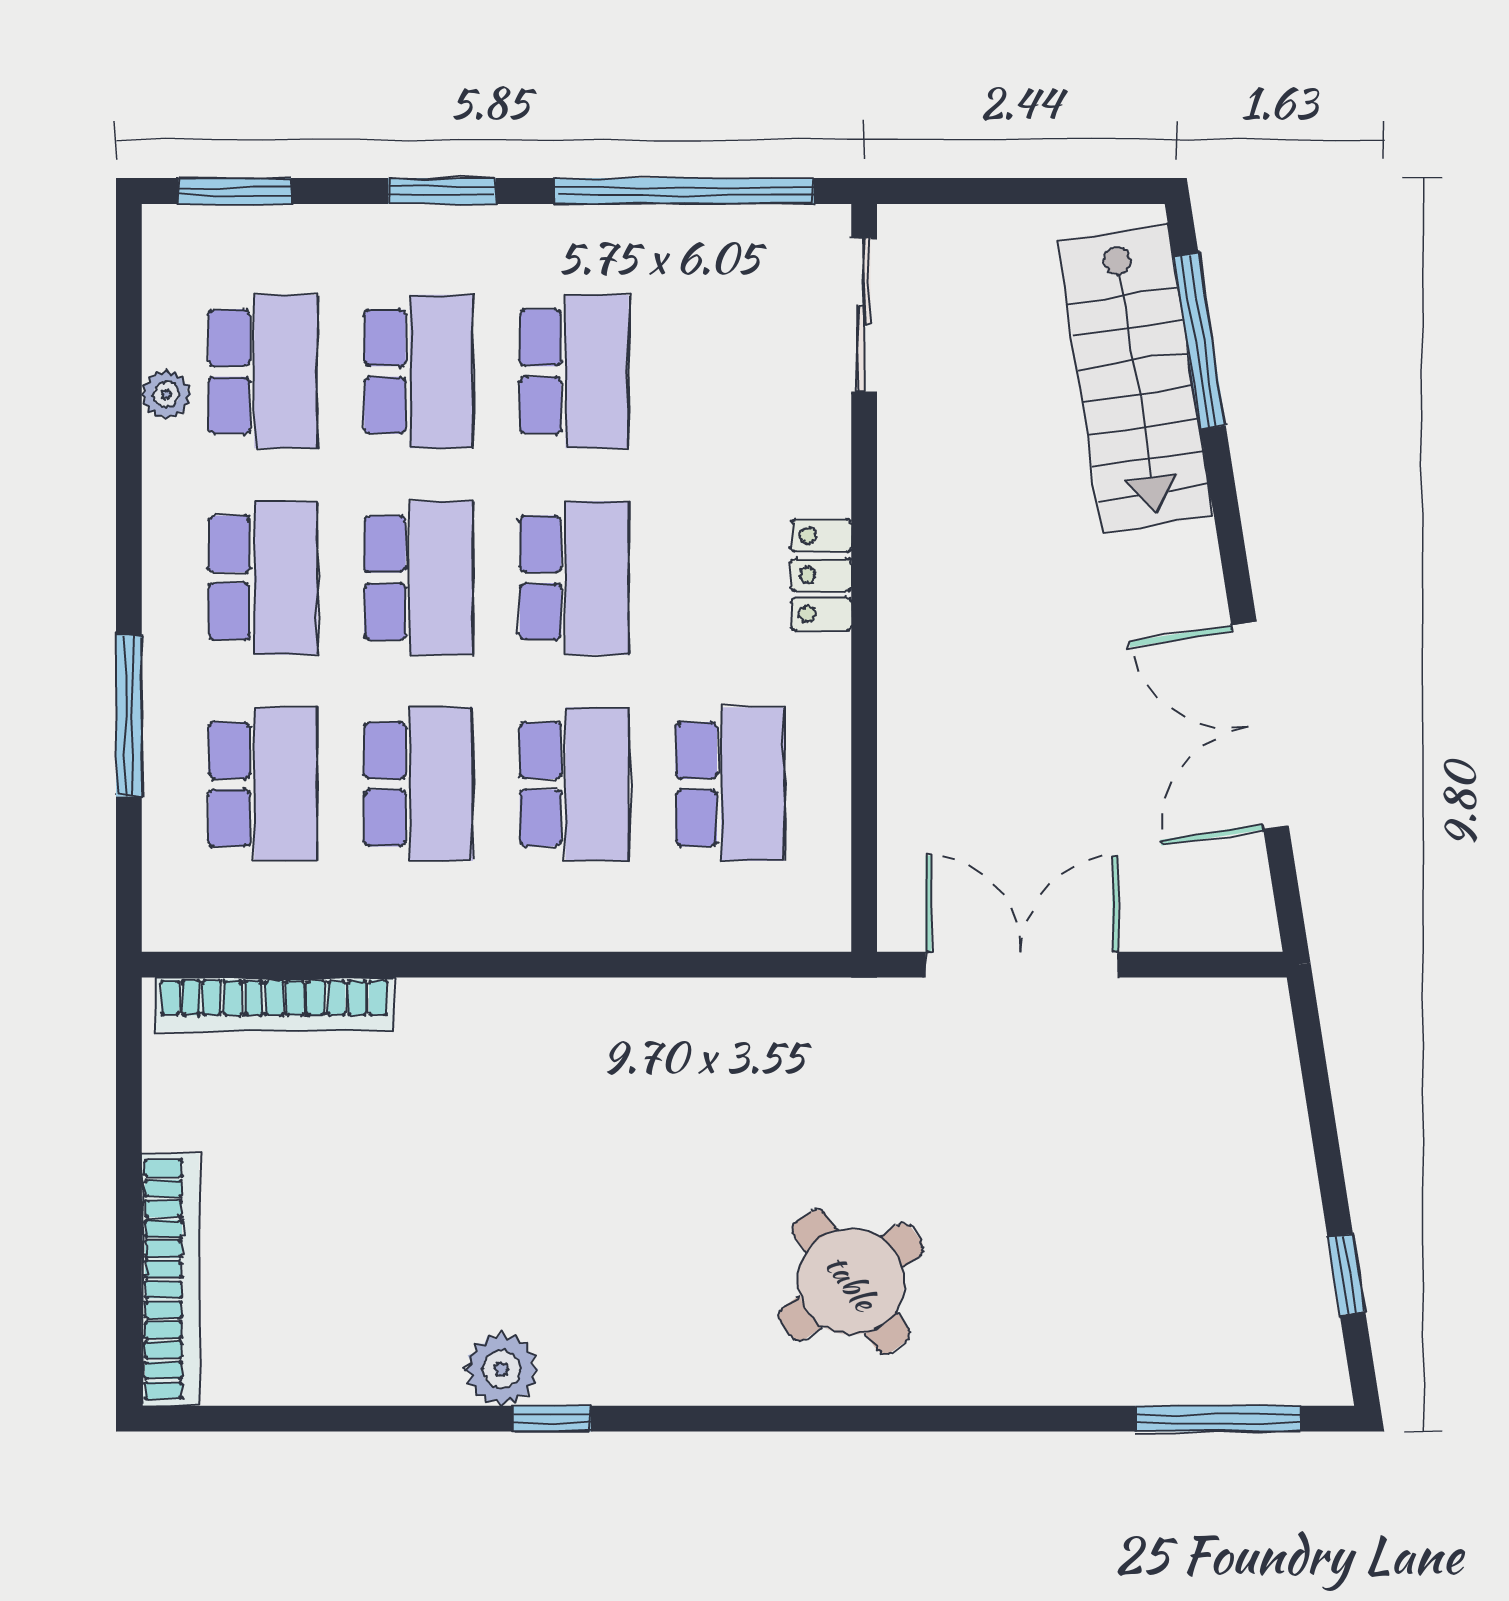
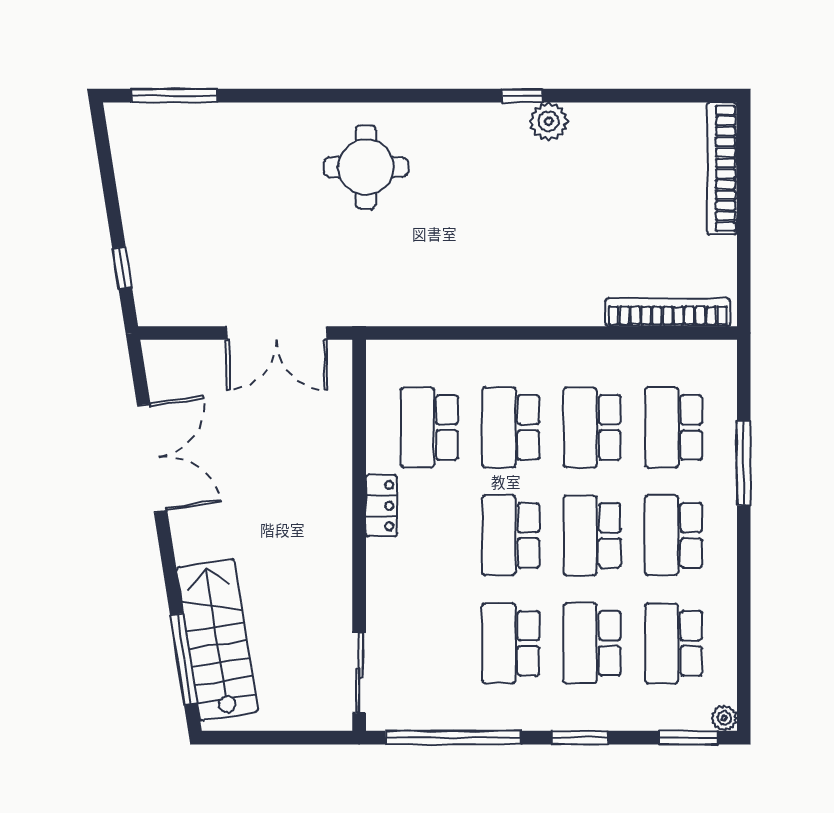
plant: (166, 394) -> (724, 718), moved
locker: (821, 575) -> (381, 506), moved
window: (1346, 1274) -> (122, 268), moved
round table: (851, 1282) -> (366, 167), turned 36

